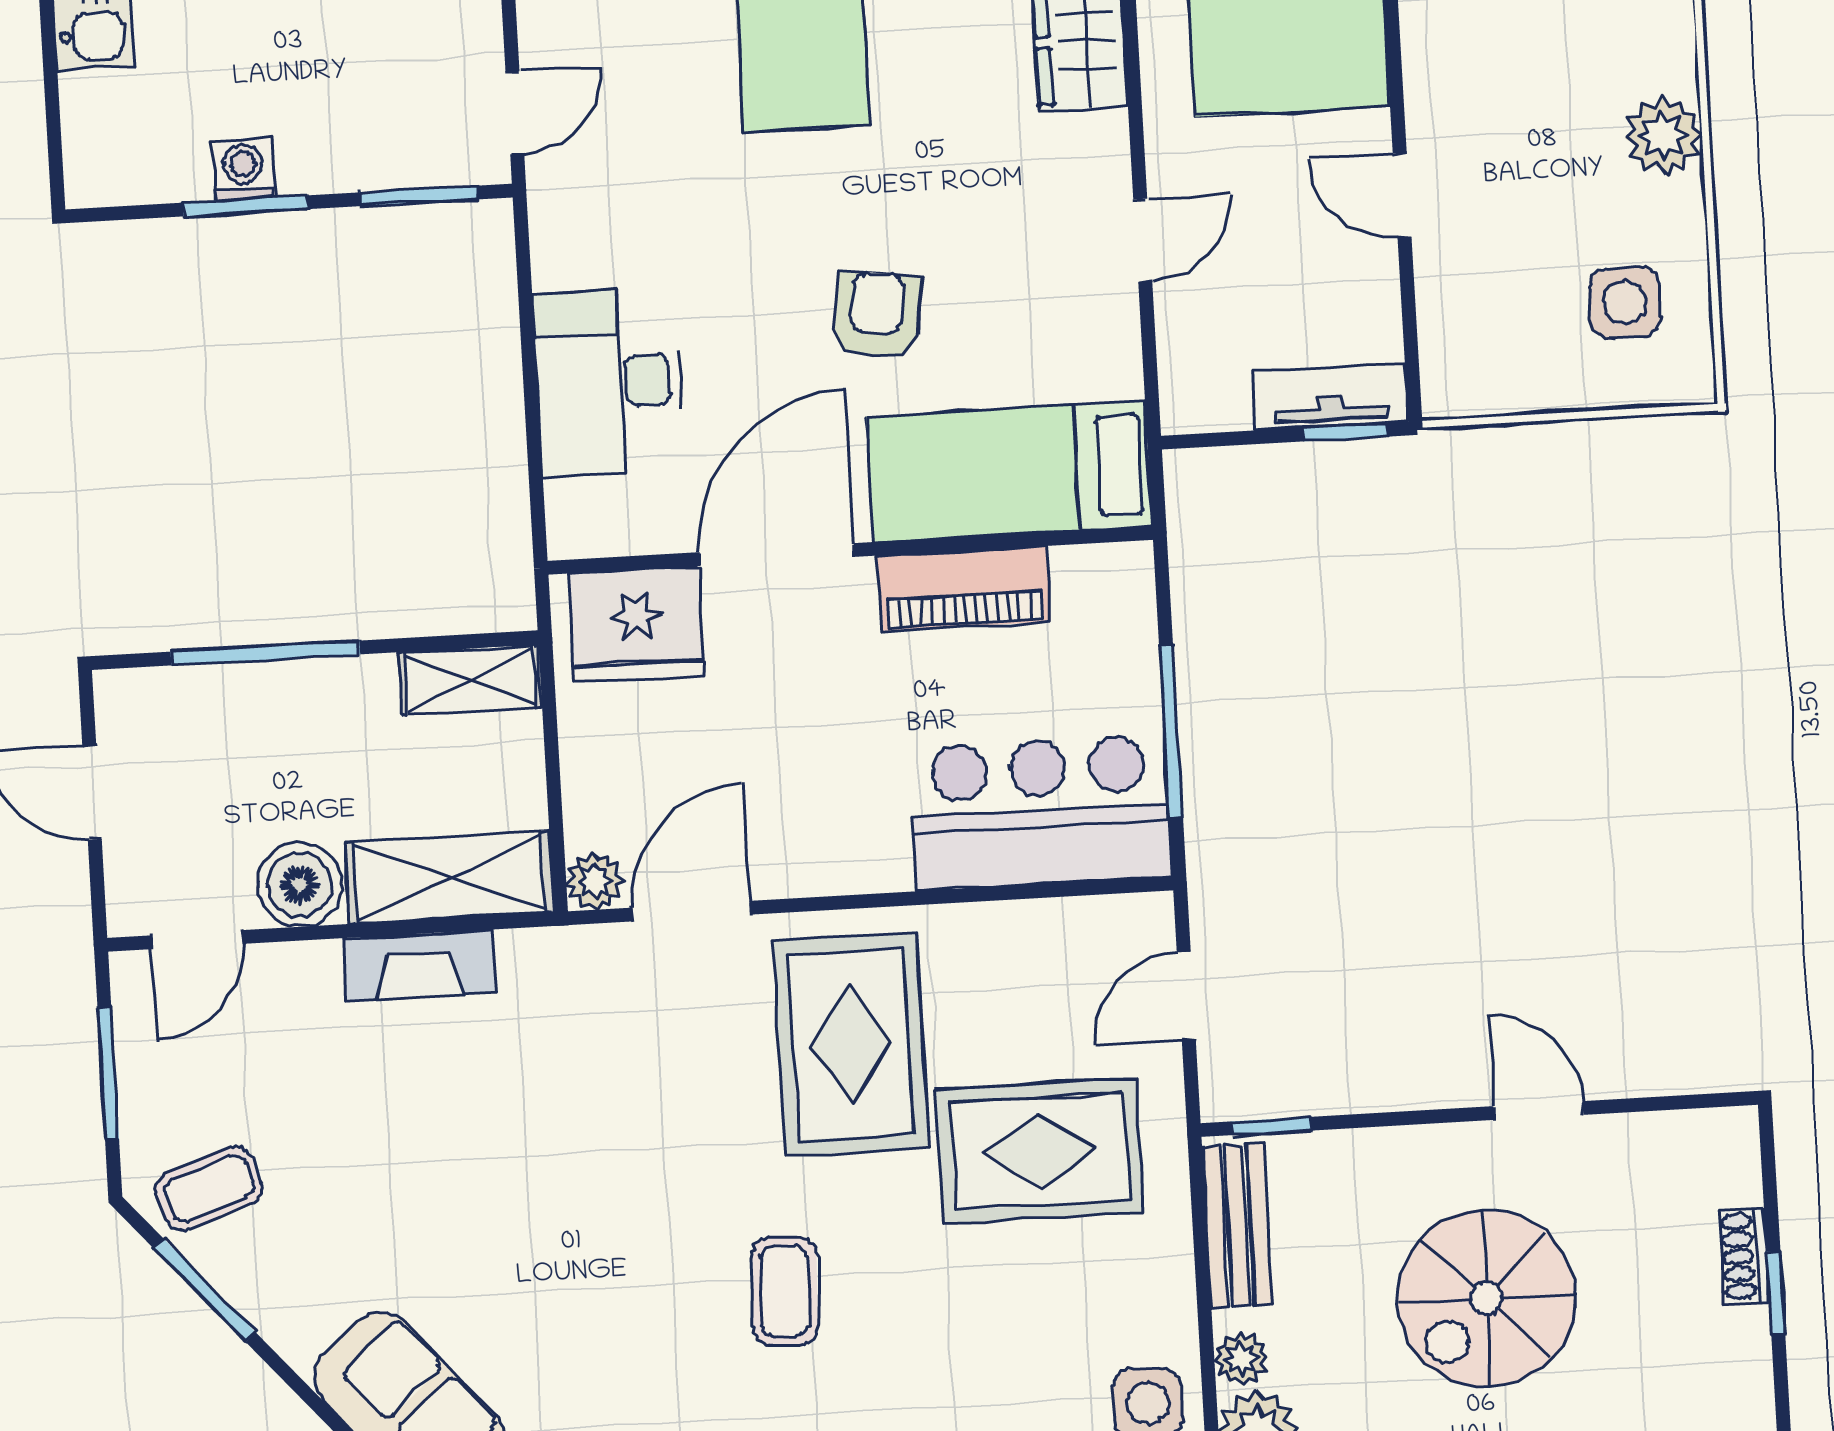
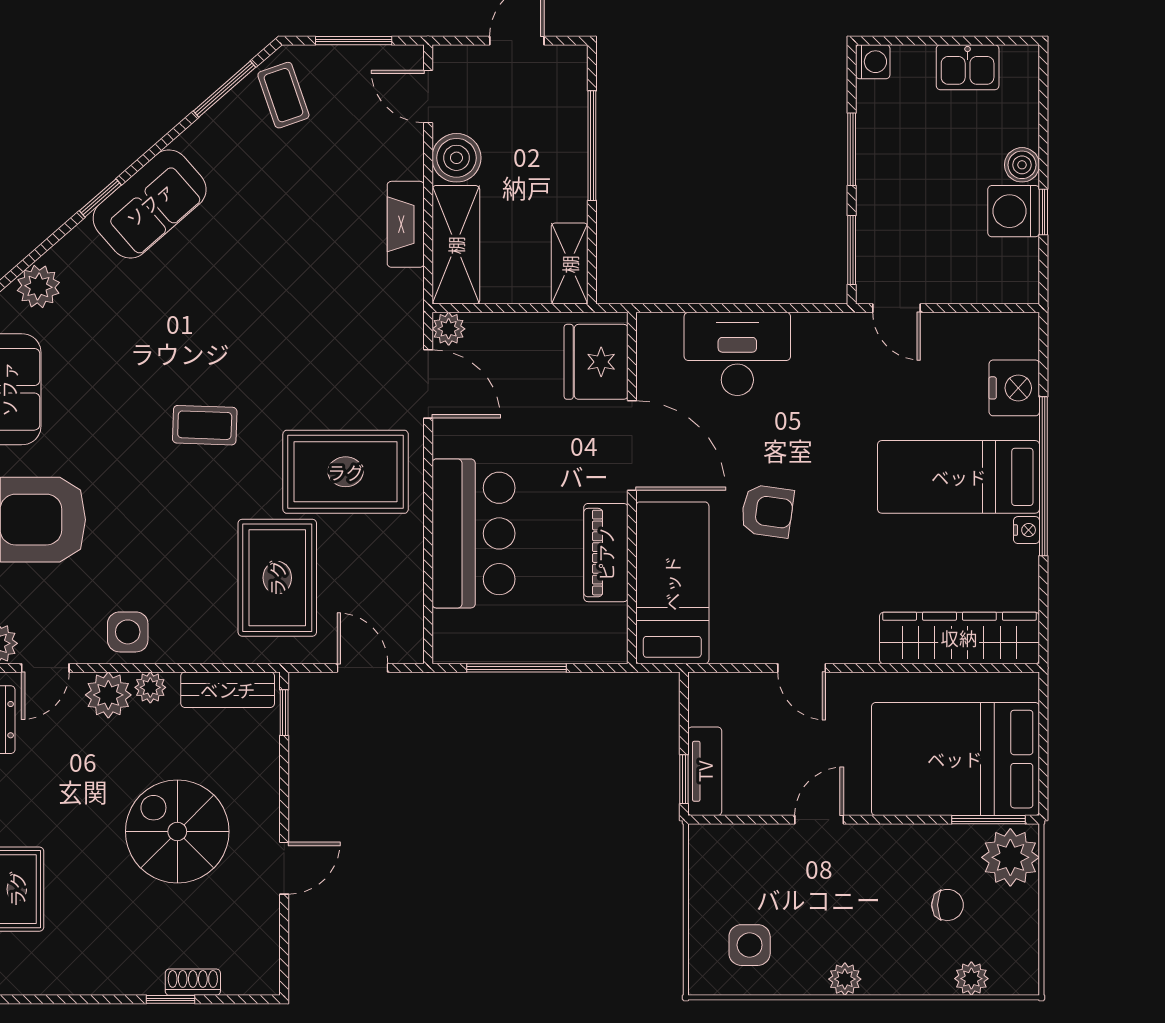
plant: (1663, 136) -> (845, 979), width x0.73, depth x0.73
washing machine: (243, 170) -> (873, 62), moved
bar counter: (1040, 813) -> (473, 533), moved

